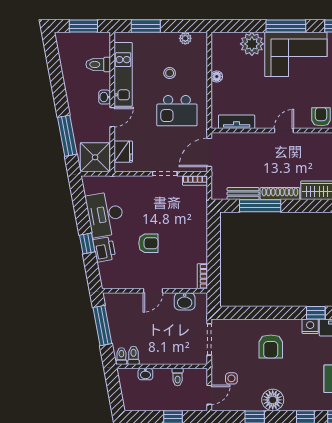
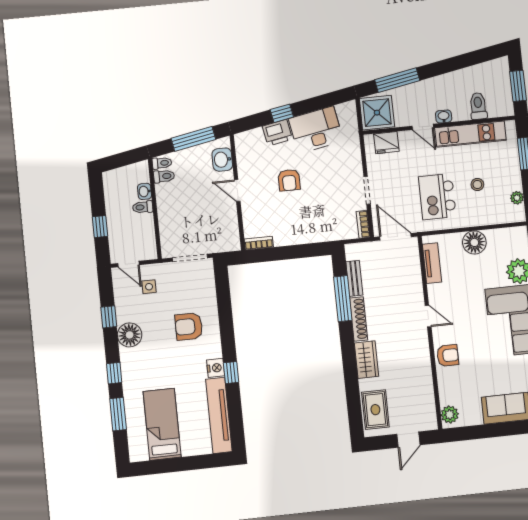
floor lamp: (217, 76) -> (474, 242), width x1.89, depth x1.89
washbasin: (185, 301) -> (222, 160), moved
toilet: (178, 377) -> (143, 207), moved

